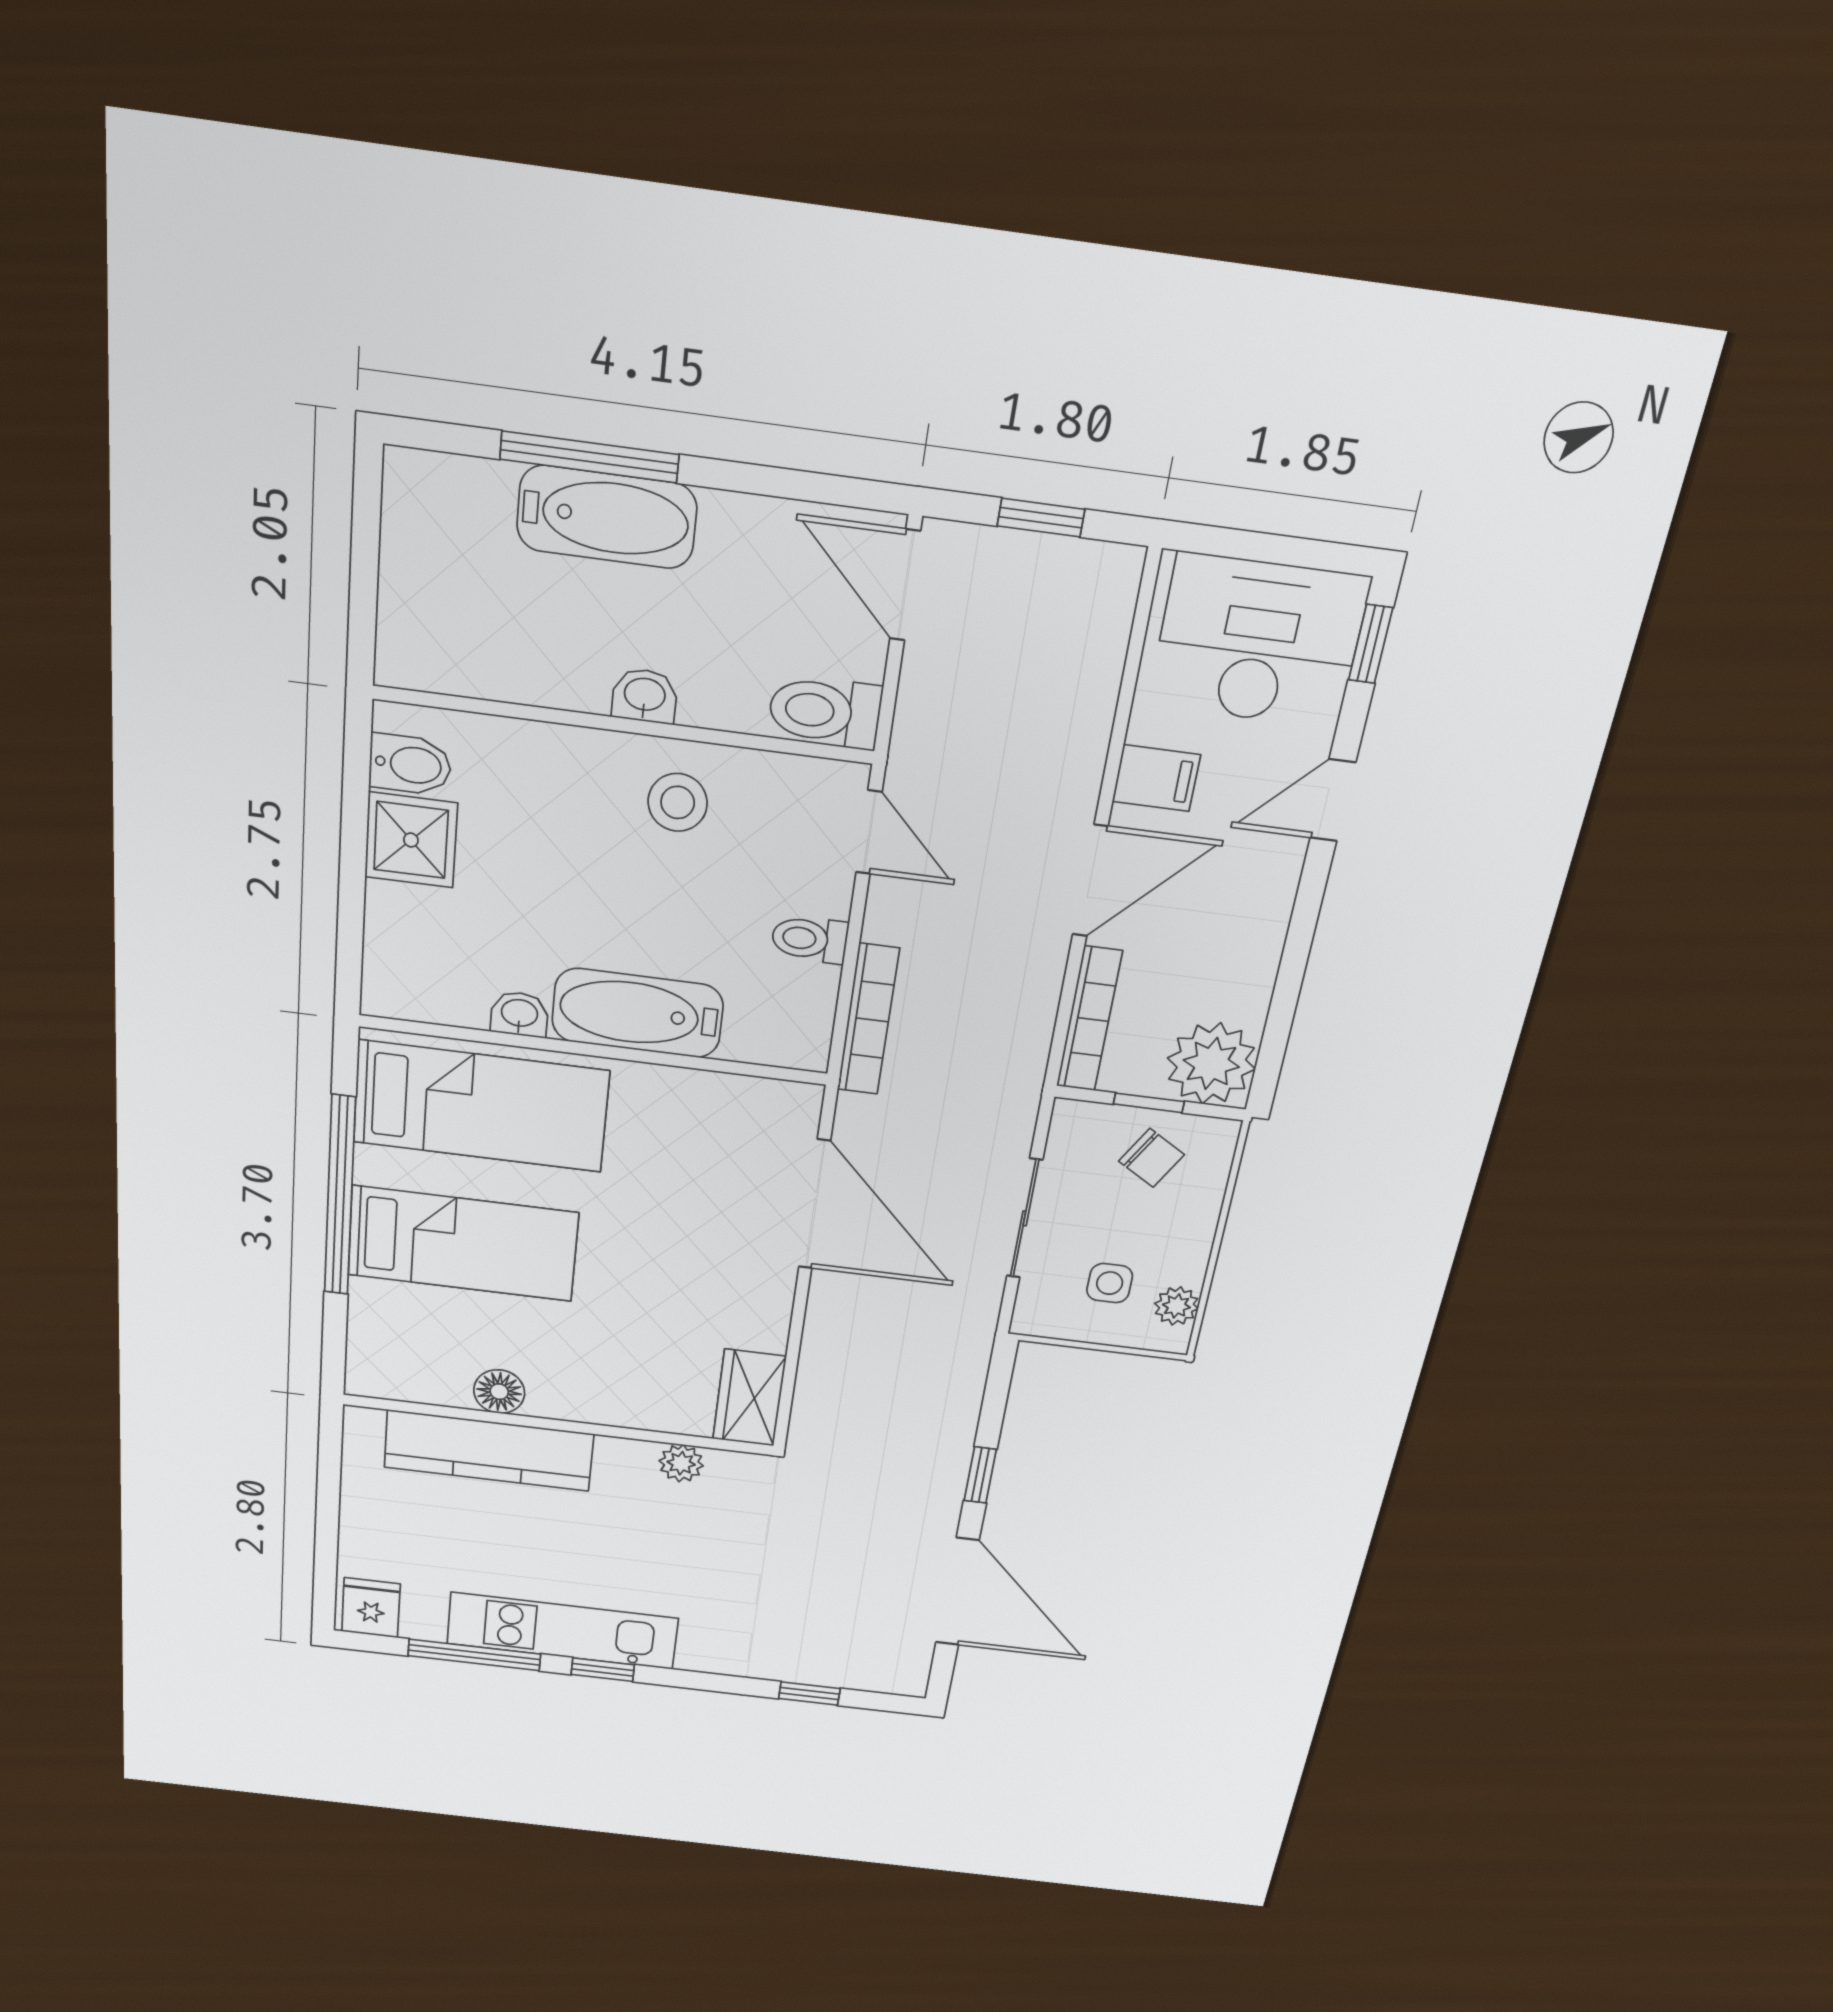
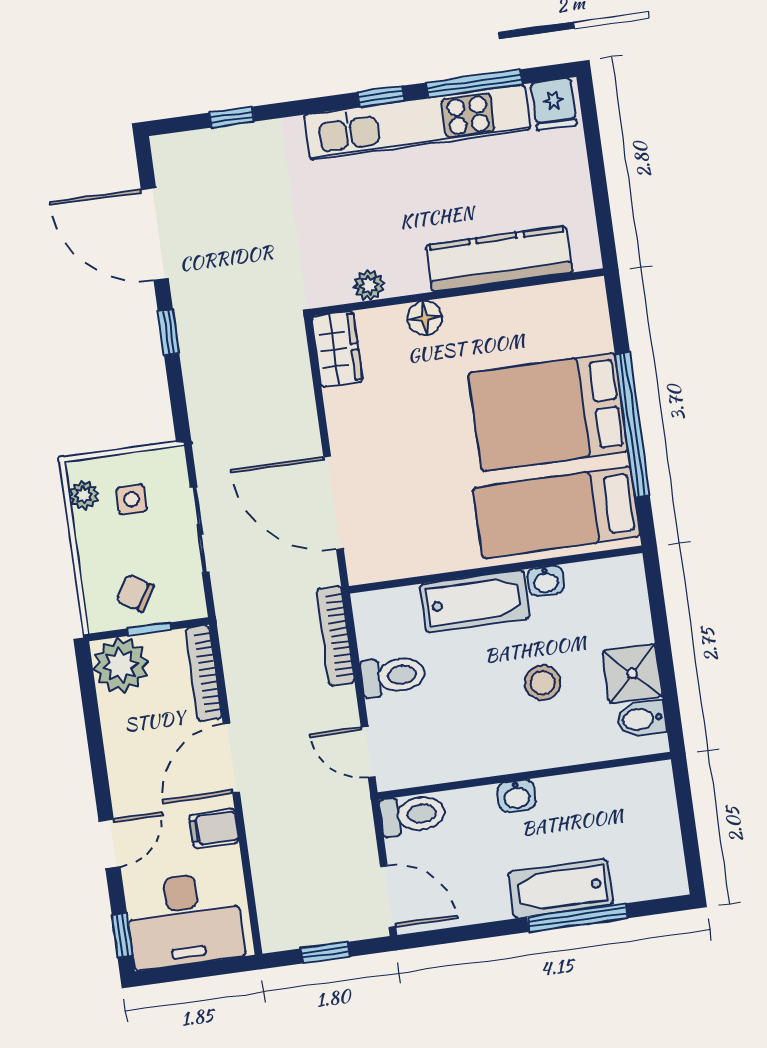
stool: (678, 802) -> (543, 683), moved
toilet: (810, 939) -> (393, 676), width x1.37, depth x1.39
bed: (463, 1244) -> (548, 412), width x1.50
floor lamp: (499, 1392) -> (425, 318), moved
kitchen unit: (562, 1631) -> (417, 122), width x1.36

